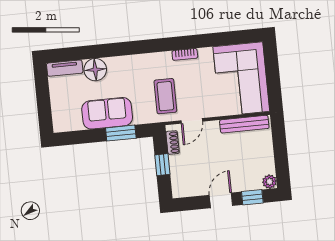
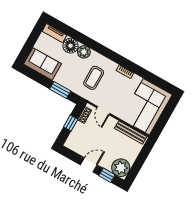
plant: (117, 66) -> (84, 52), added
coffee table: (165, 96) -> (94, 78), moved
sofa: (107, 113) -> (42, 64), moved
door: (192, 121) -> (103, 111), hinge flipped
plant: (269, 182) -> (121, 168), width x1.88, depth x1.88

